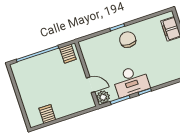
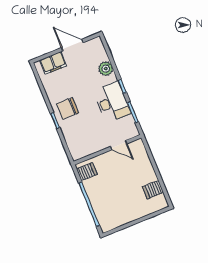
door: (91, 85) -> (119, 145), swing flipped
plant: (103, 97) -> (106, 69), moved

